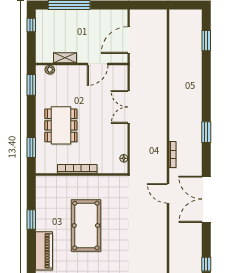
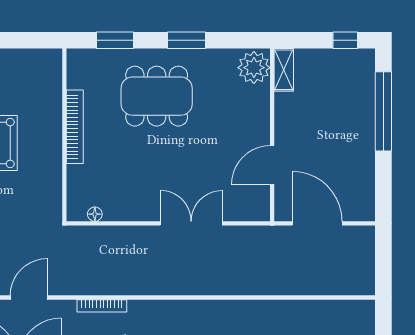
shelving: (65, 58) -> (284, 70), moved
door: (98, 64) -> (272, 165), hinge flipped
plant: (50, 70) -> (254, 68), width x1.87, depth x1.87
window: (31, 85) -> (186, 40), moved

